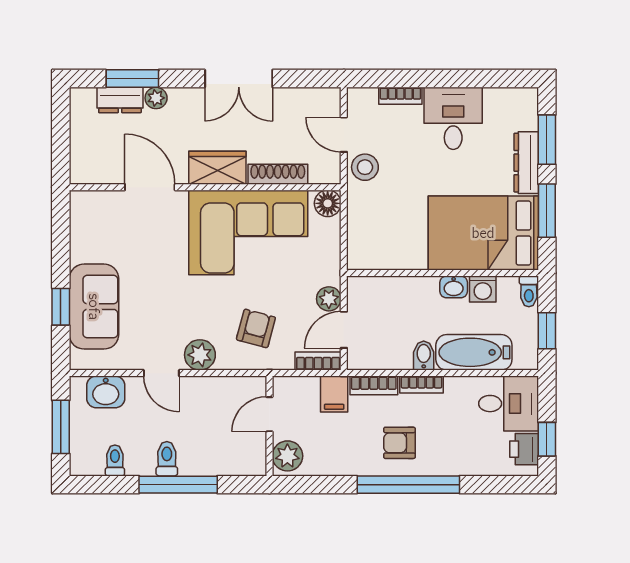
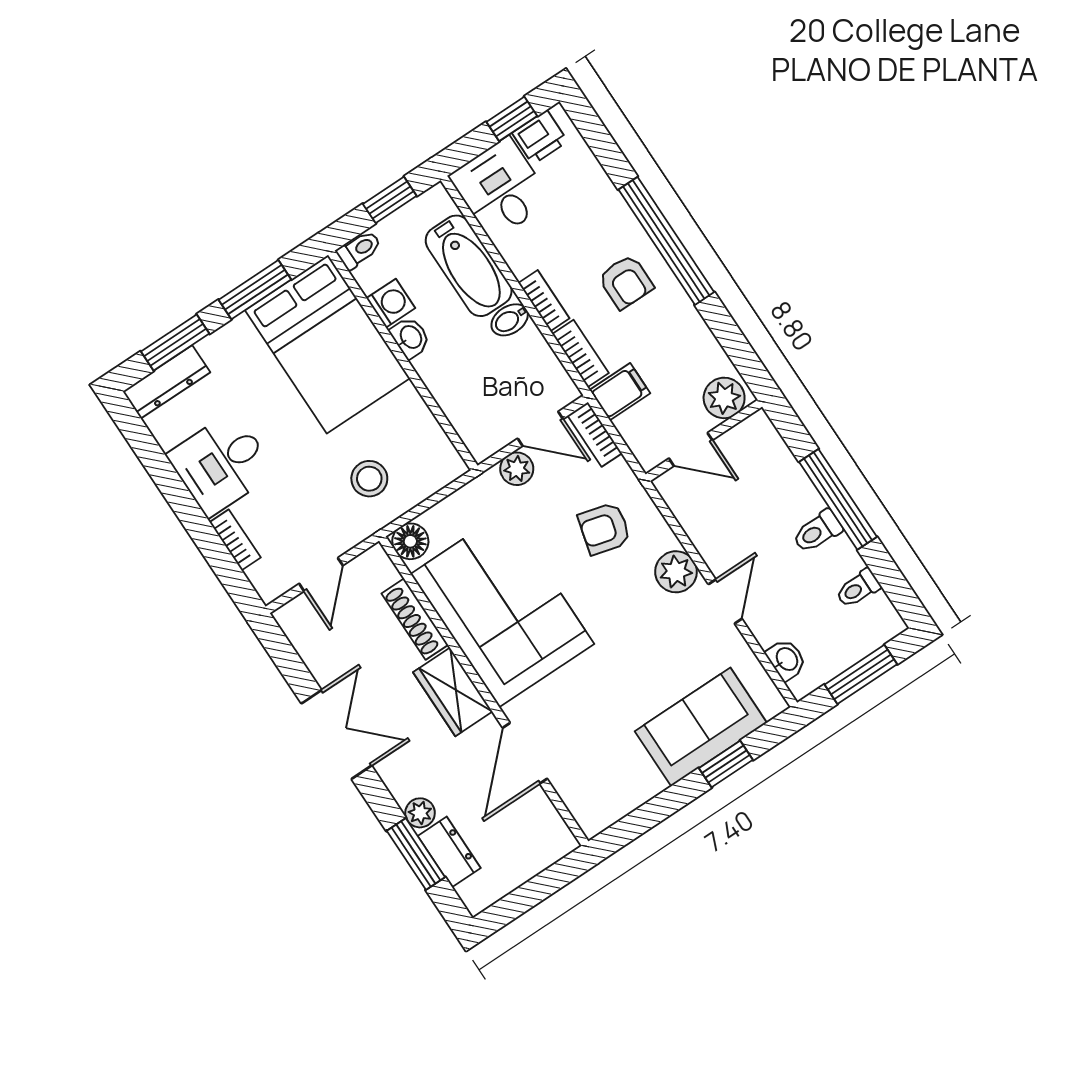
dresser: (526, 163) -> (166, 382), moved
stool: (365, 167) -> (369, 479), moved
washbasin: (106, 392) -> (786, 660), width x0.72, depth x0.69

